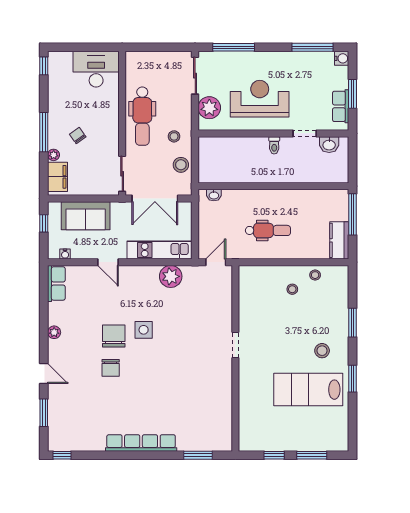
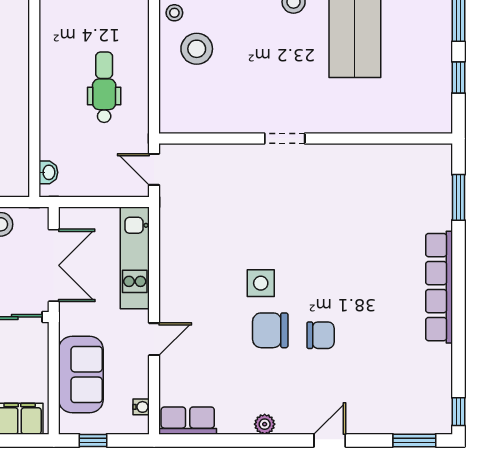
plant: (171, 276) -> (177, 240), removed
stool: (292, 289) -> (197, 49), width x1.89, depth x1.89
window: (44, 413) -> (414, 440), moved

